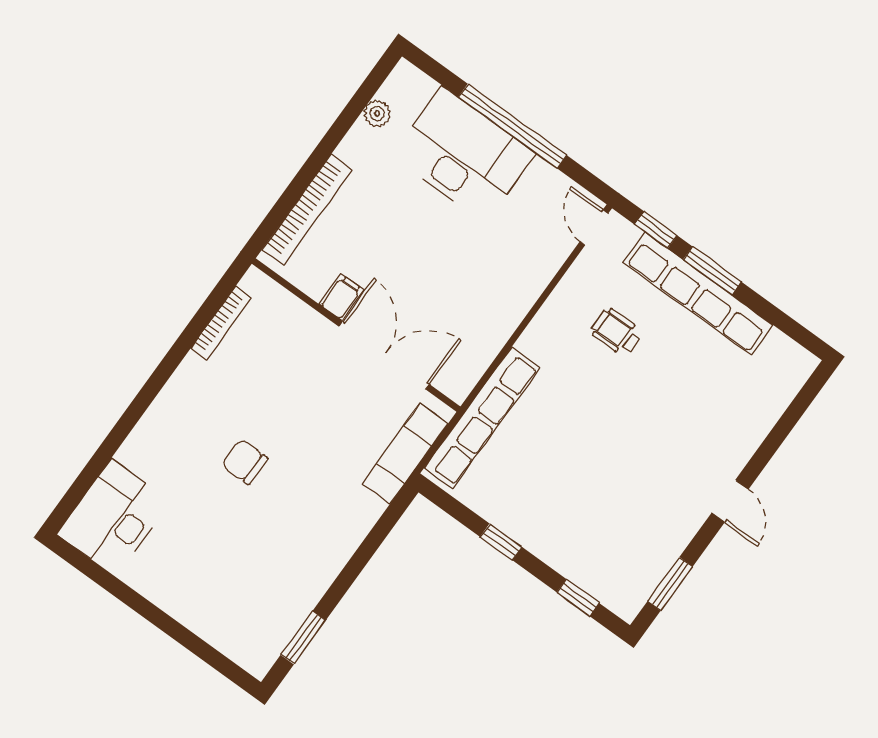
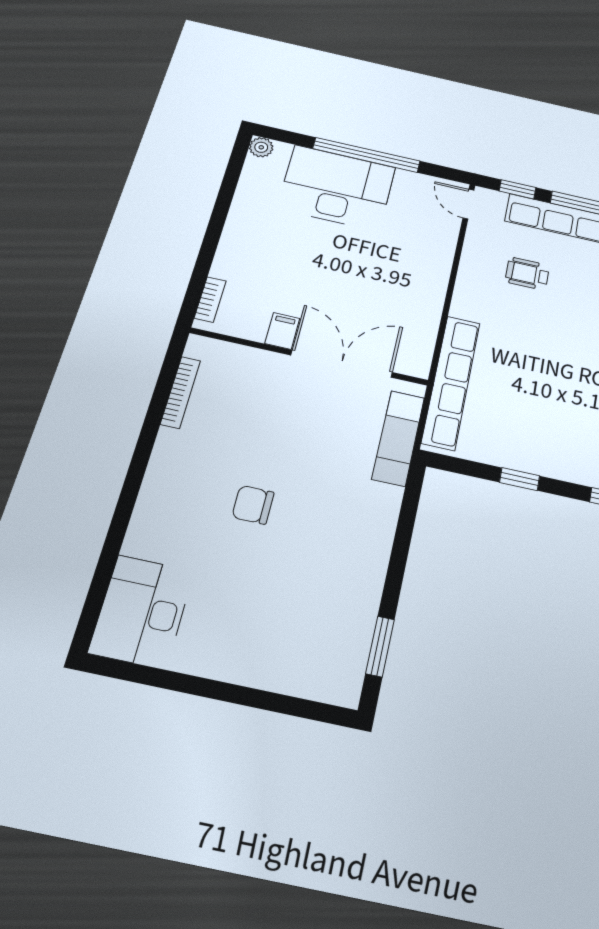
plant: (377, 113) -> (261, 147), moved
bookcase: (307, 210) -> (210, 299), width x0.43, depth x0.76

